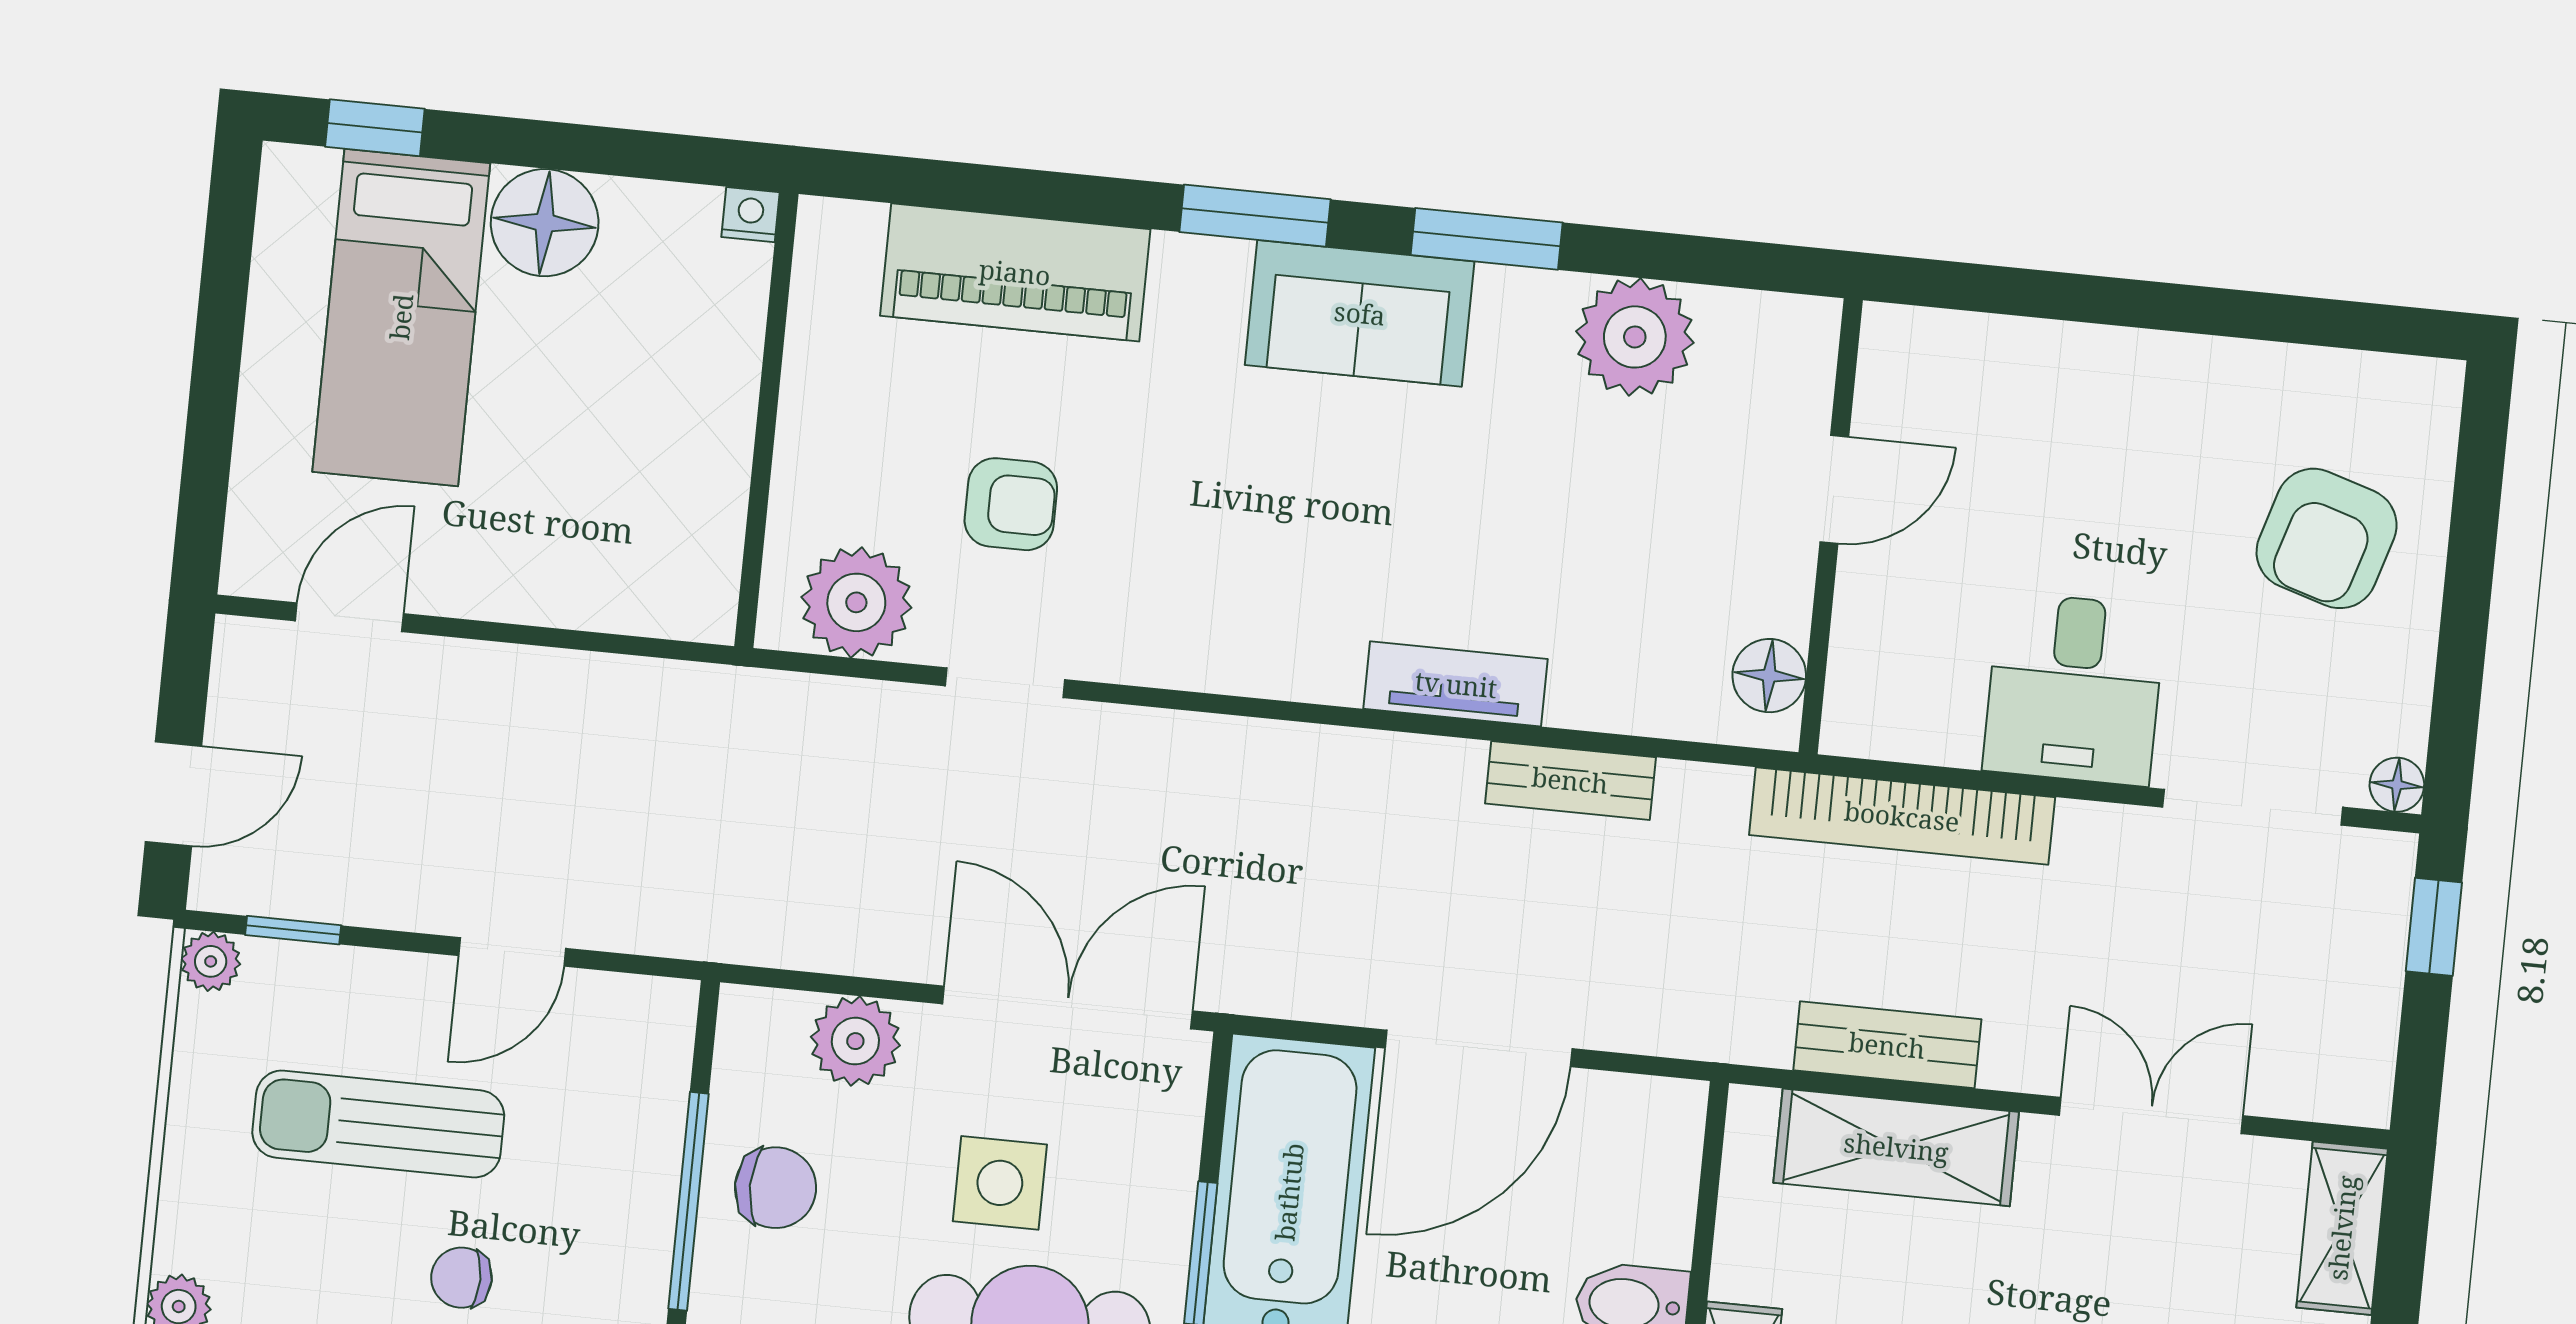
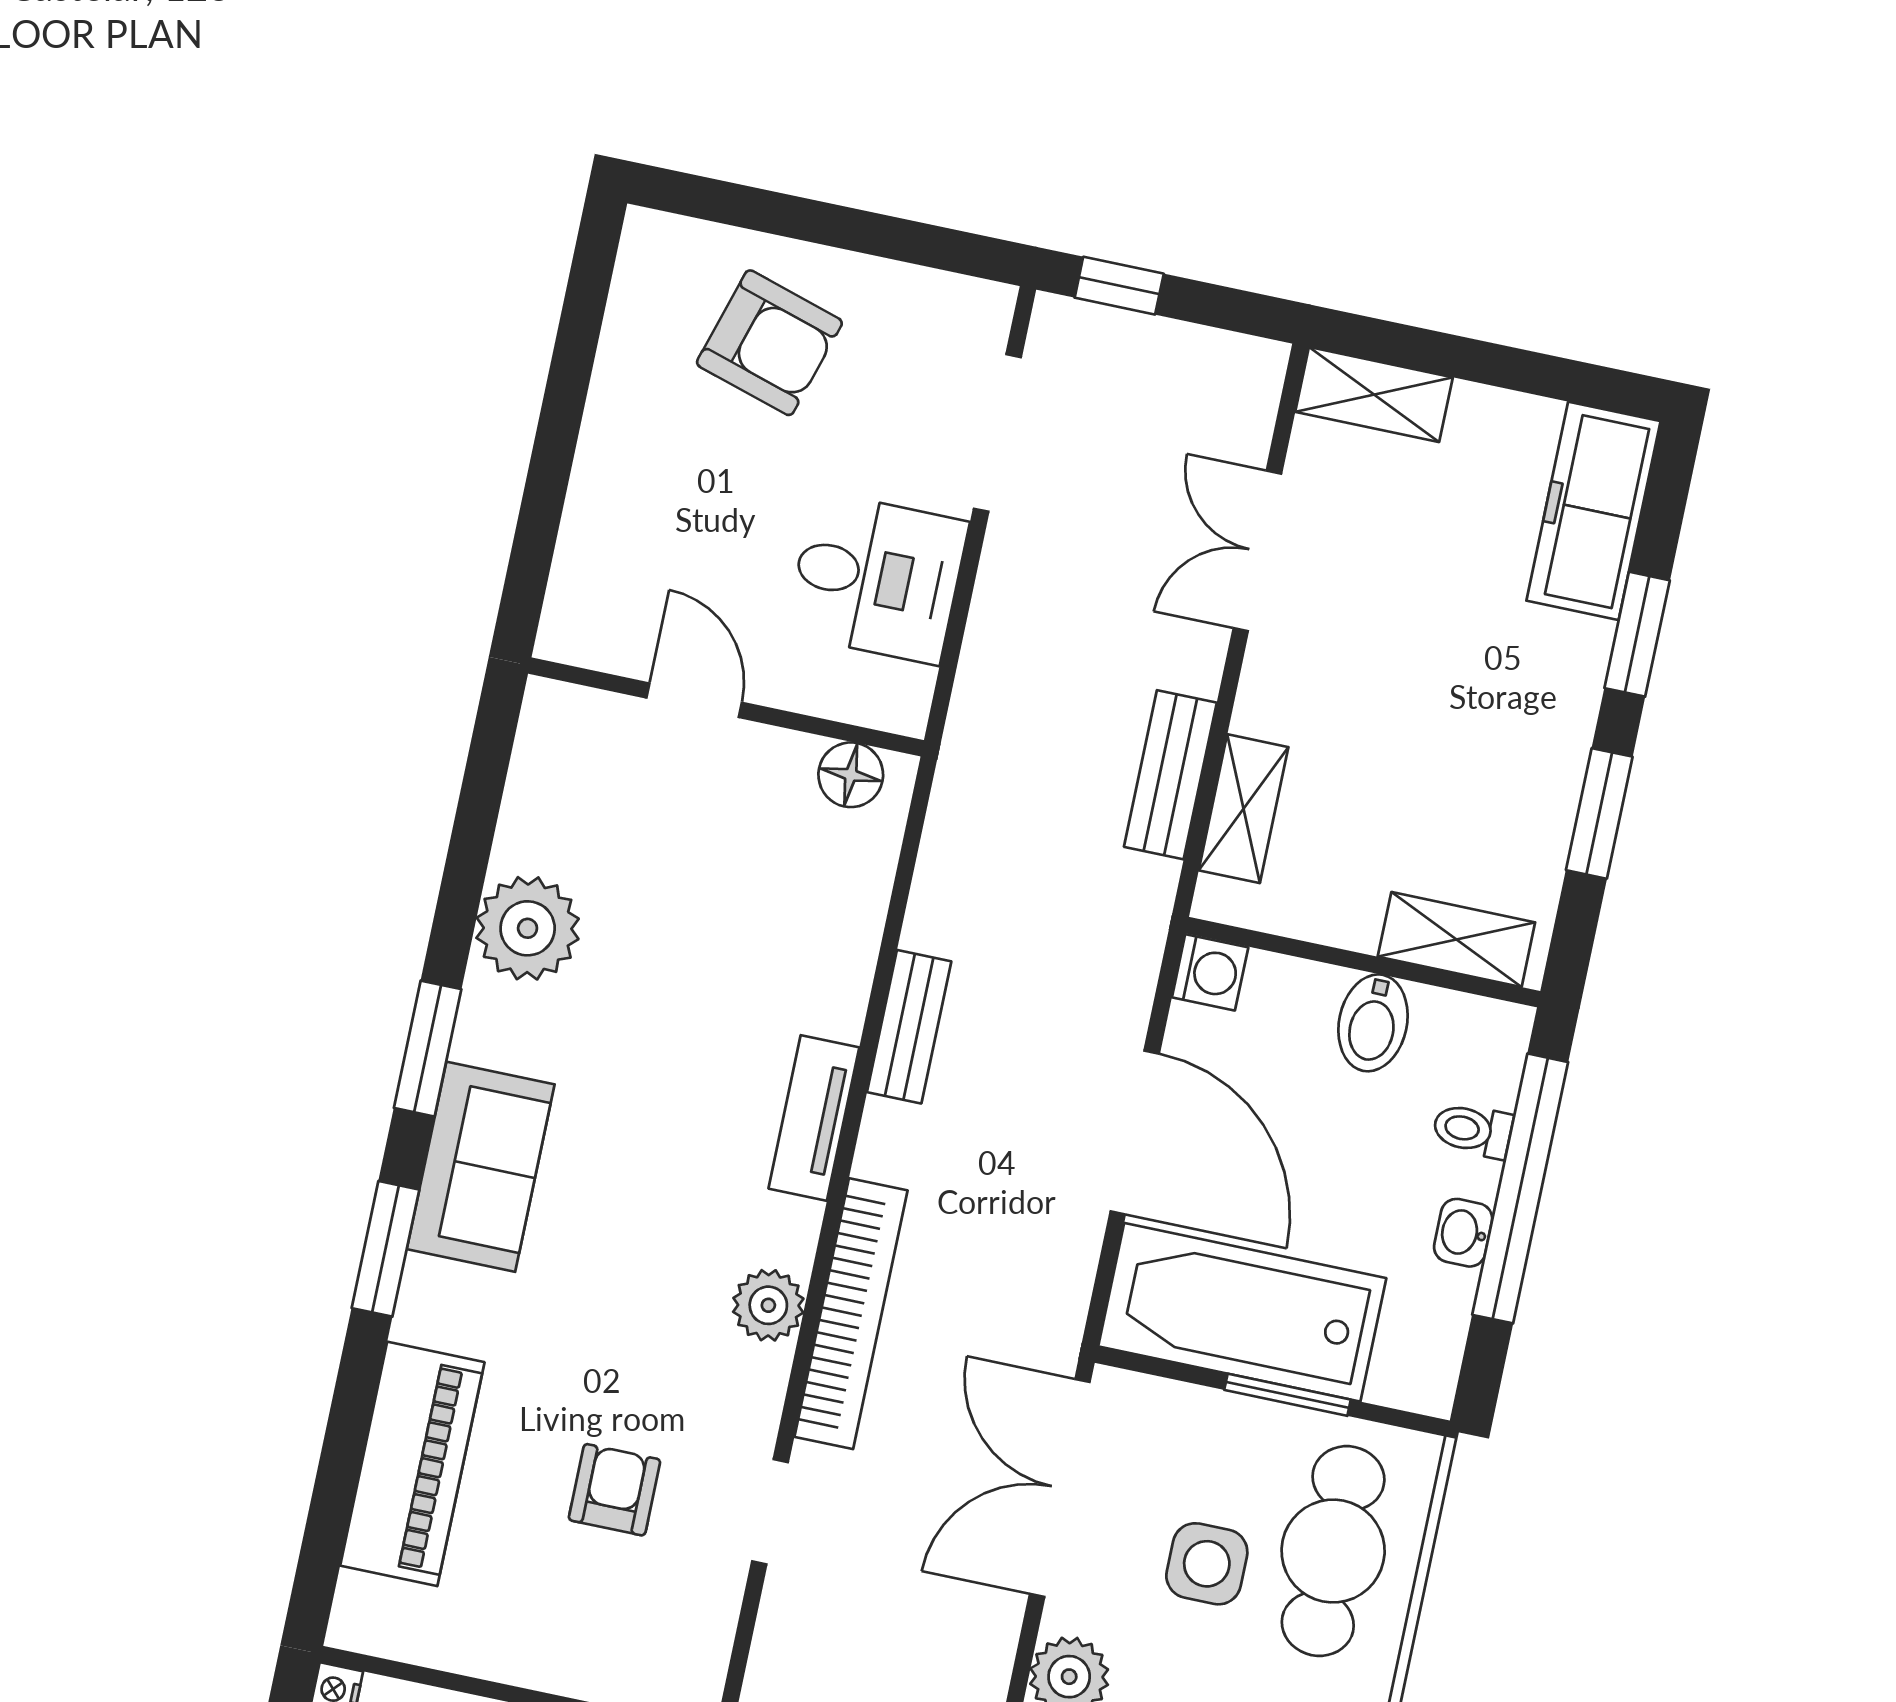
door: (1834, 489) -> (694, 700), moved
wall: (1831, 526) -> (726, 707), moved
plant: (856, 602) -> (768, 1305), moved, width x0.73, depth x0.73
floor lamp: (1769, 676) -> (851, 775), moved
floor lamp: (2397, 785) -> (991, 305), removed
bookcase: (1902, 816) -> (851, 1314), moved
washing machine: (1669, 1114) -> (1210, 972), added
shelving: (1896, 1147) -> (1244, 809), width x0.67, depth x0.75

